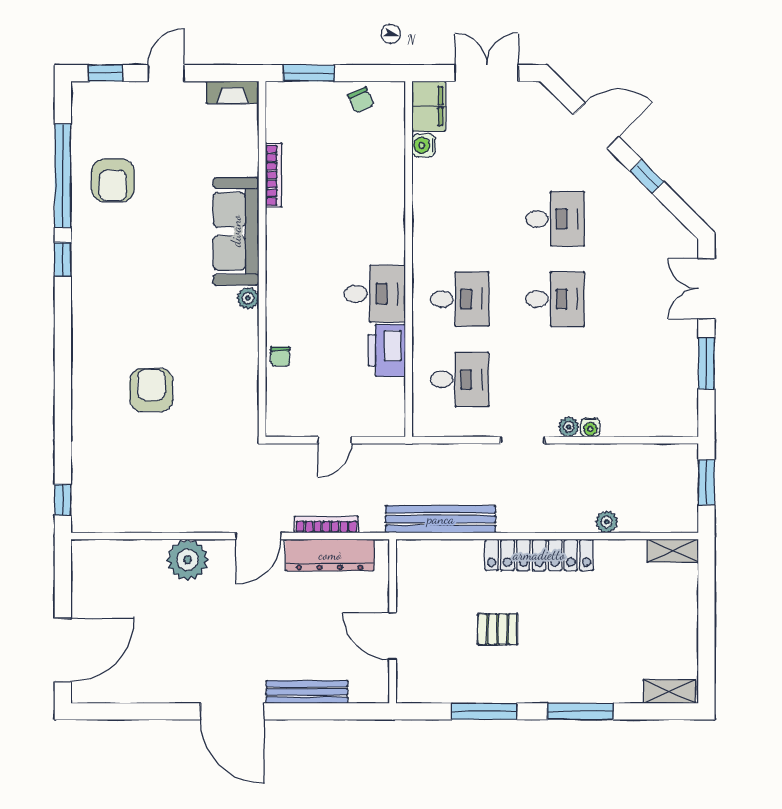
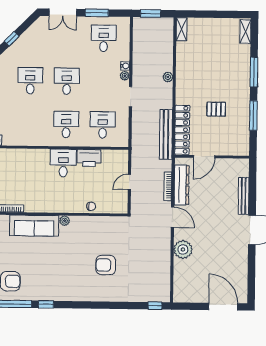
desk: (651, 379) -> (104, 38), added
door: (335, 440) -> (129, 182), swing flipped
plant: (607, 522) -> (168, 77), moved
locker: (539, 555) -> (182, 130), moved
pallet: (498, 629) -> (216, 109), turned 90
door: (393, 636) -> (204, 157), moved

